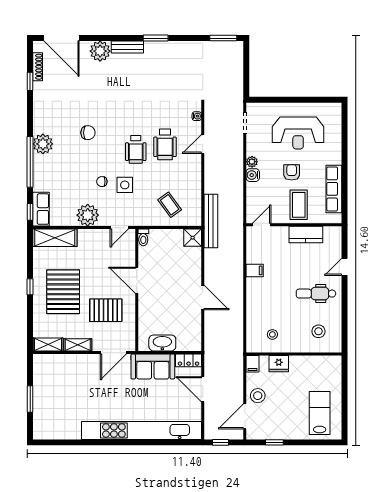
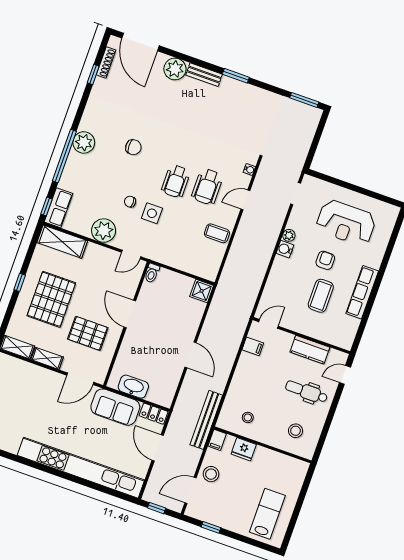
coffee table: (170, 205) -> (217, 233), moved, turned -54
bench: (211, 221) -> (206, 420), moved
door: (262, 225) -> (269, 324), moved
wall: (294, 225) -> (301, 335), moved
kitchen counter: (306, 235) -> (310, 350), moved

